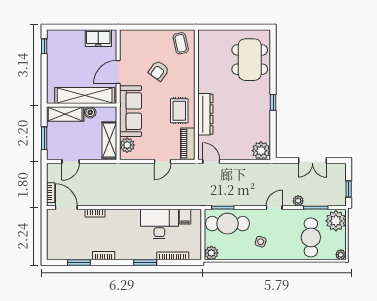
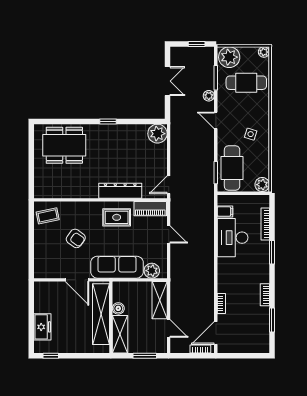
freezer: (98, 38) -> (42, 327), moved
shelving: (109, 140) -> (160, 300), moved, turned 90

